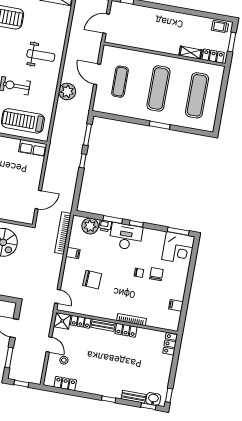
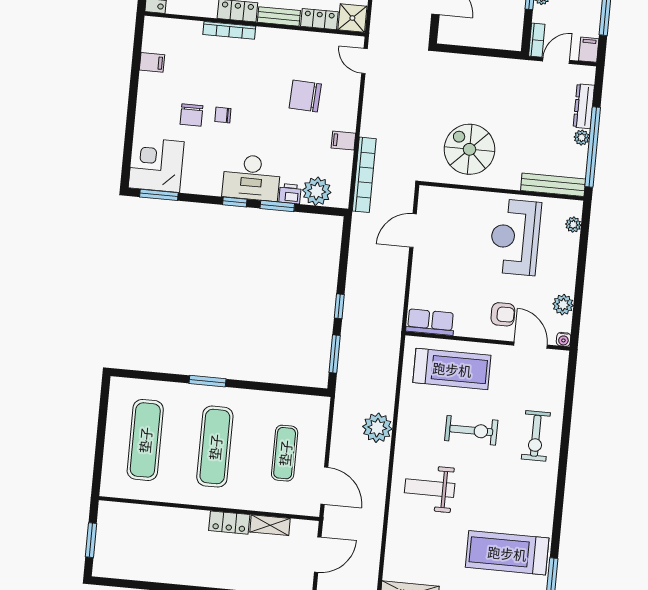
trolley: (220, 27) -> (114, 566), removed
shelving: (191, 53) -> (270, 525), moved
locker: (213, 56) -> (229, 523), moved
door: (97, 74) -> (324, 486), moved

